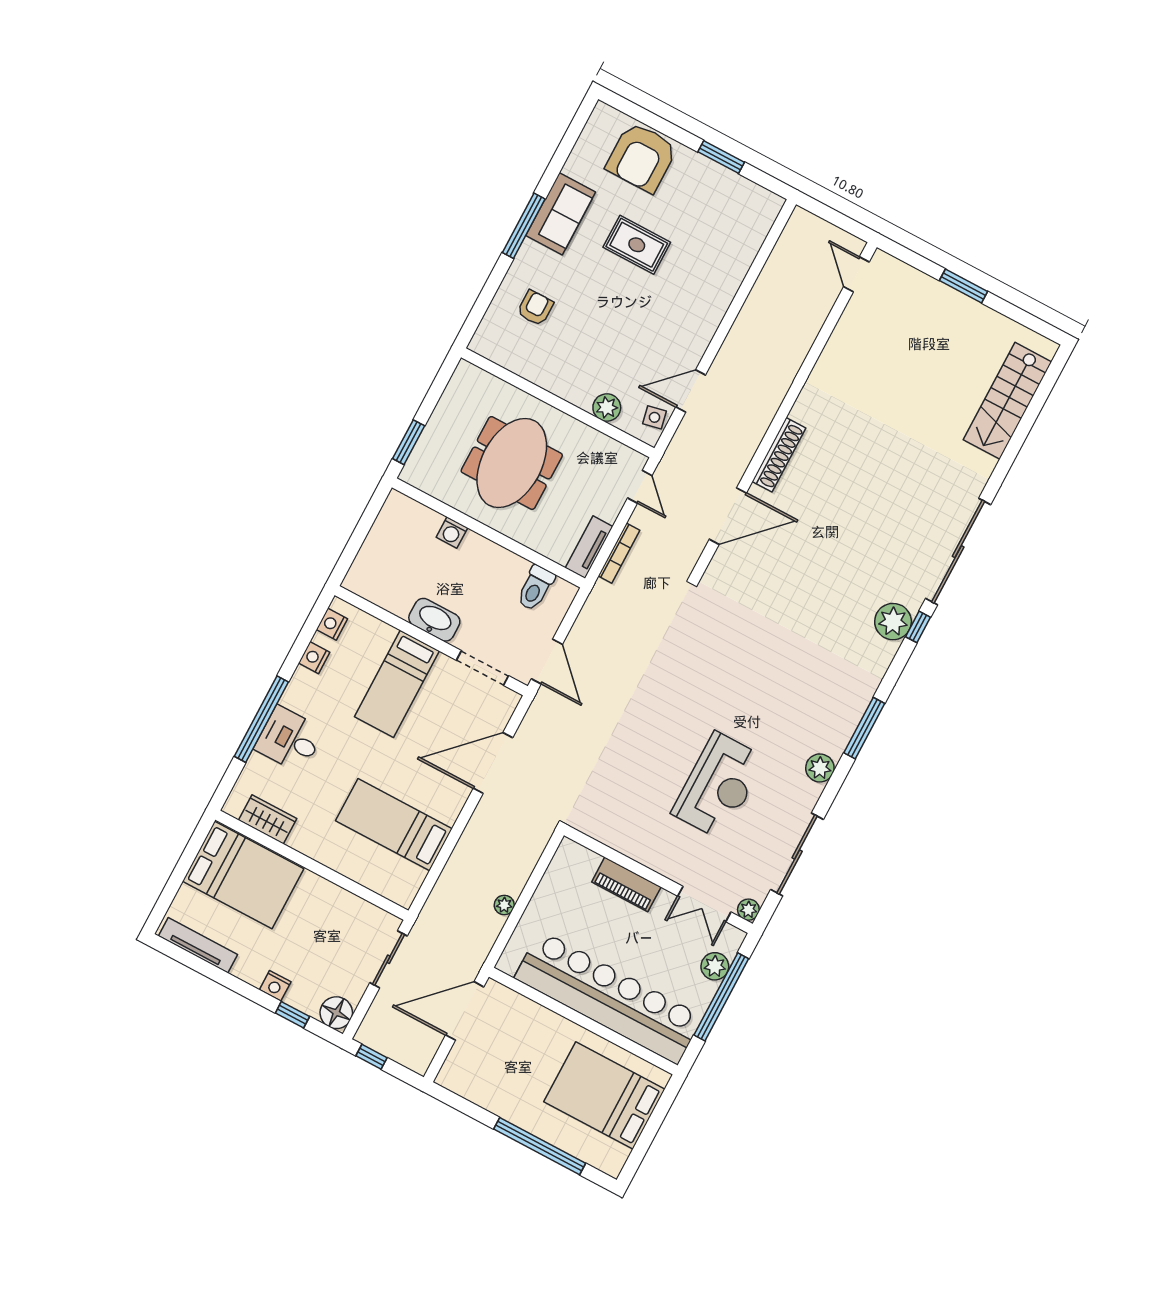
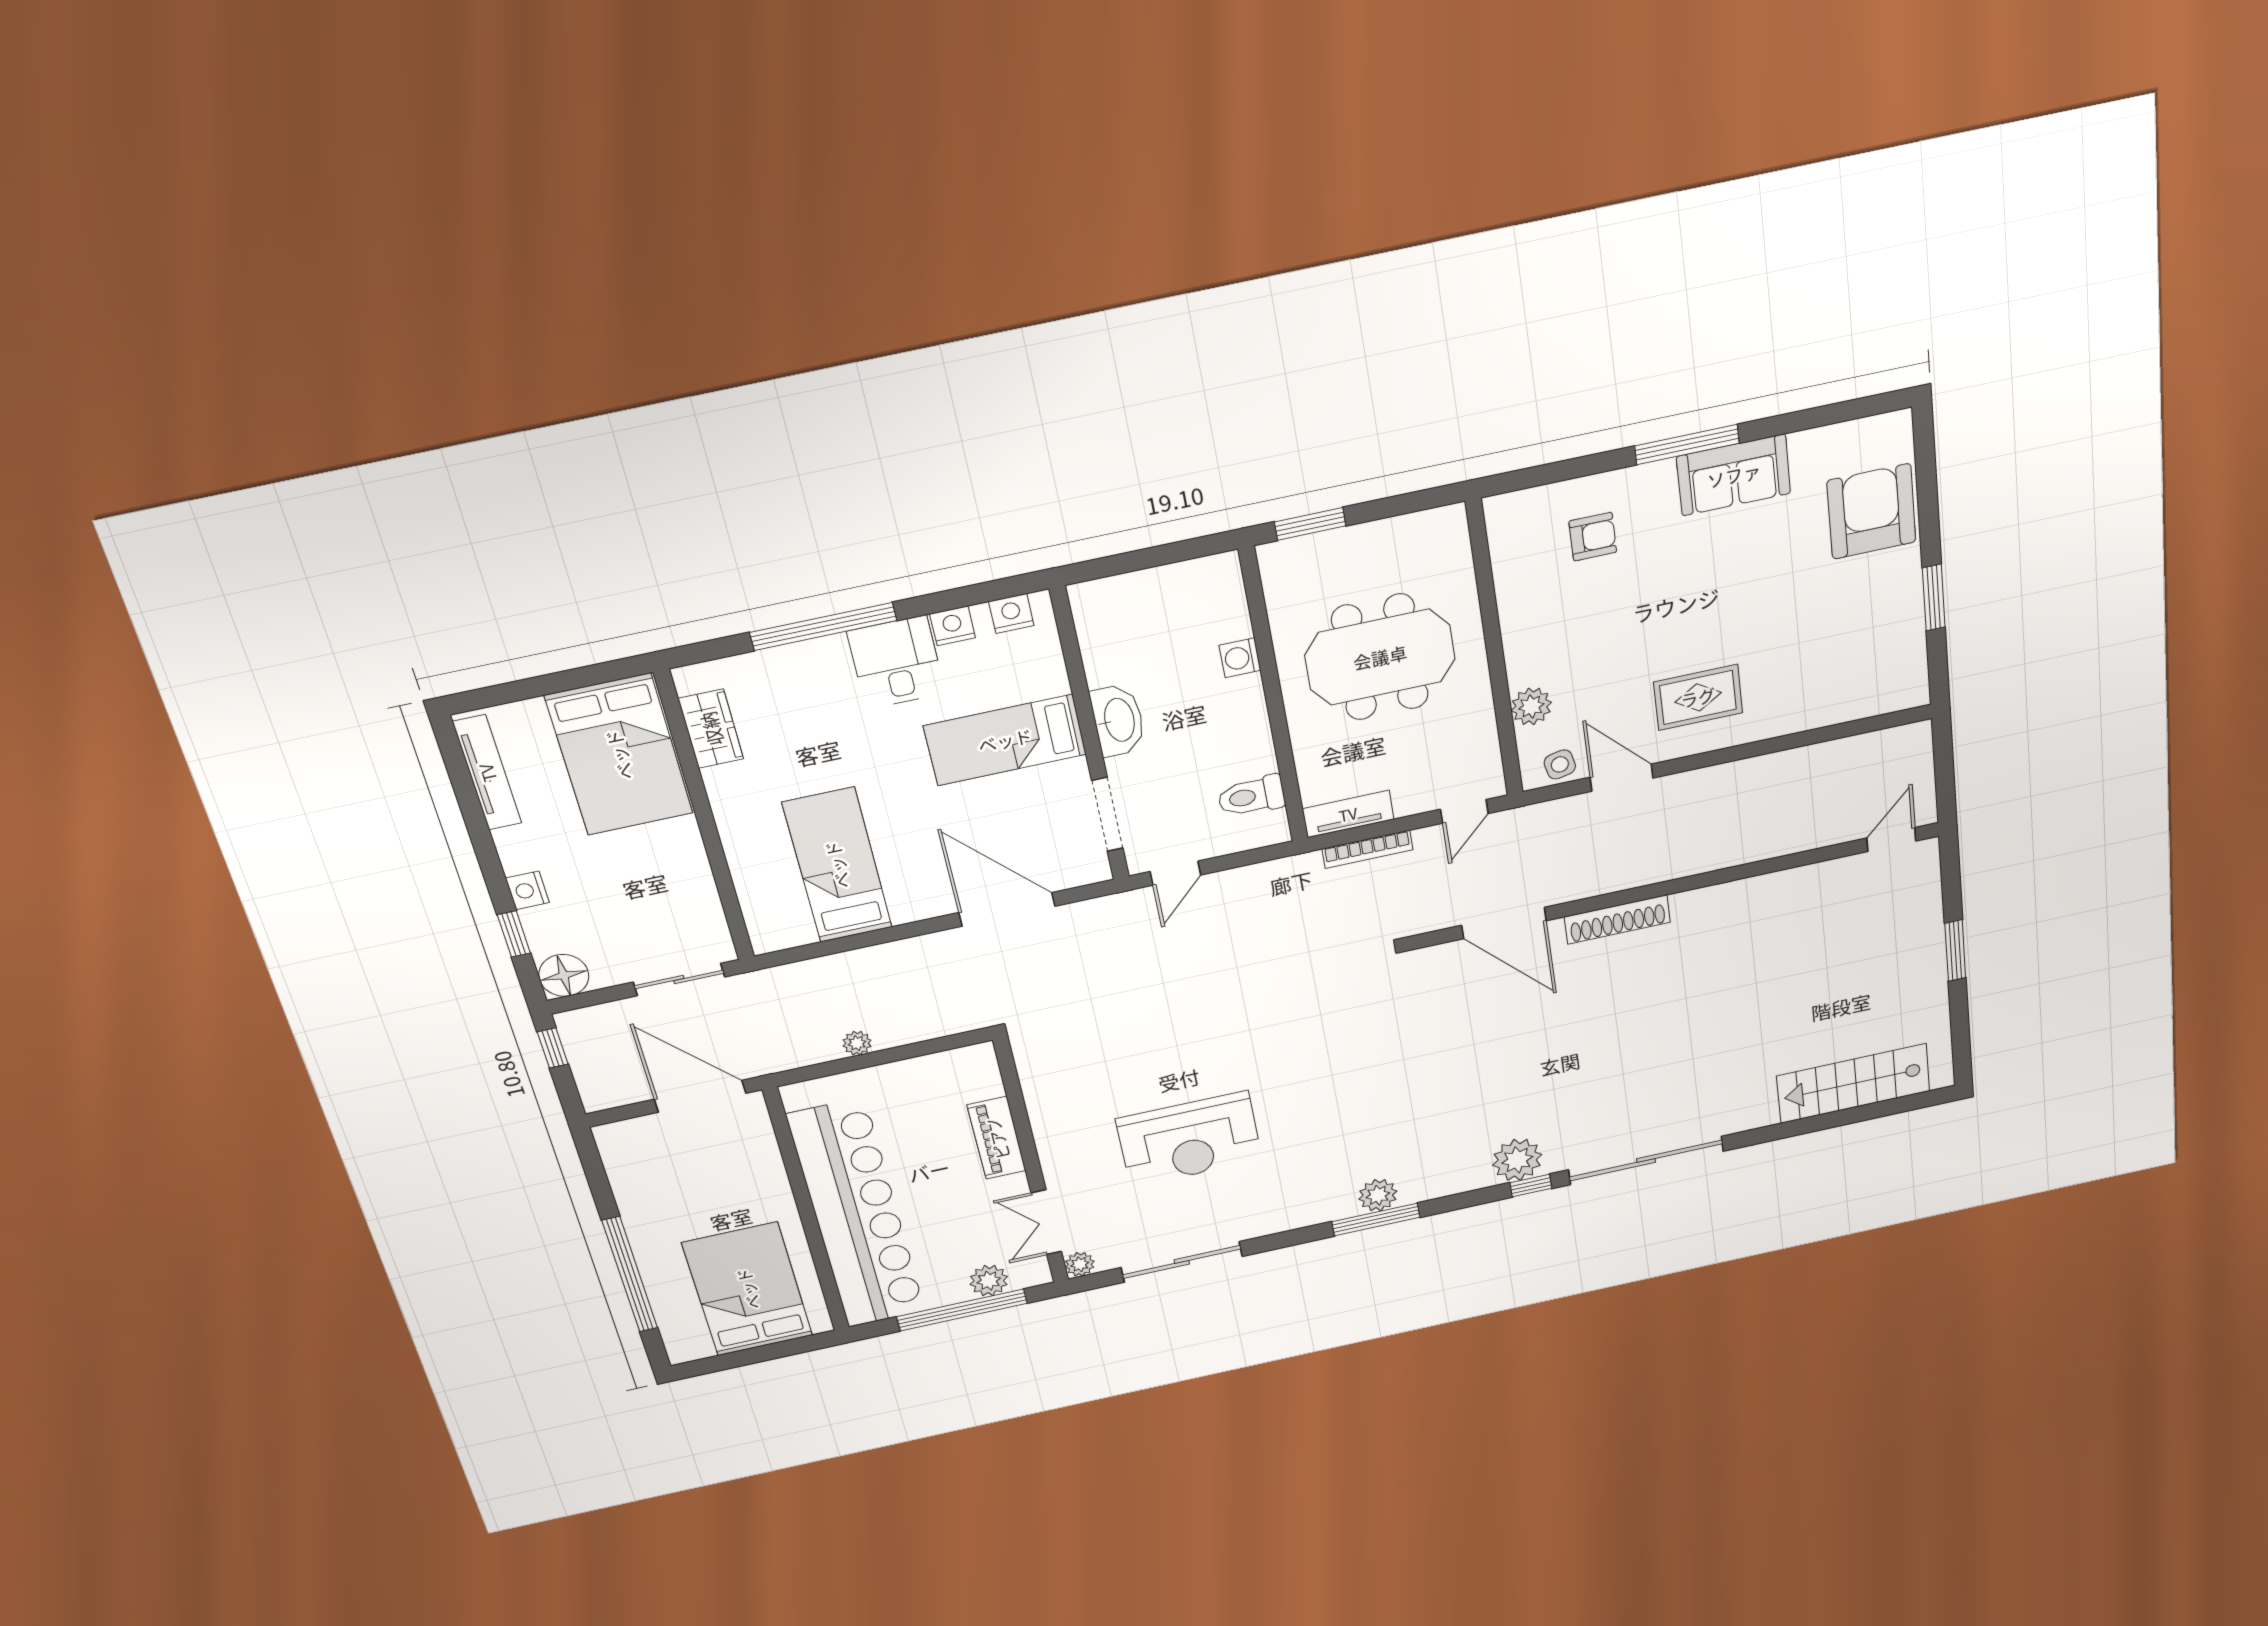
armchair: (642, 157) -> (1871, 511), turned 90
rug: (637, 245) -> (1698, 697), moved, turned 90
door: (547, 662) -> (1175, 873), width x0.73
desk: (289, 739) -> (896, 662), moved
plant: (820, 768) -> (1378, 1195), moved

